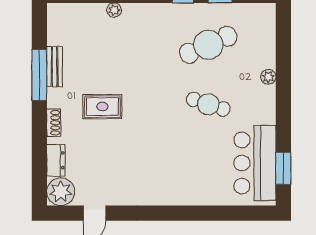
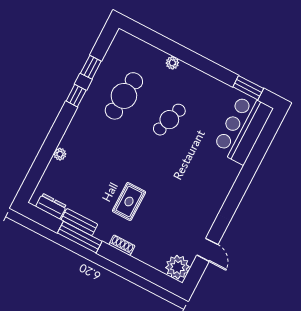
cafe table: (208, 45) -> (124, 96), turned 30
dresser: (56, 160) -> (51, 206), moved
bar counter: (255, 163) -> (243, 129), moved, turned 90

